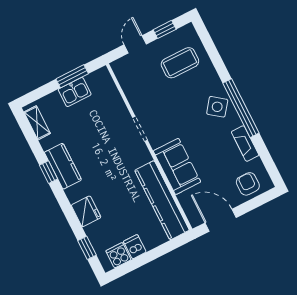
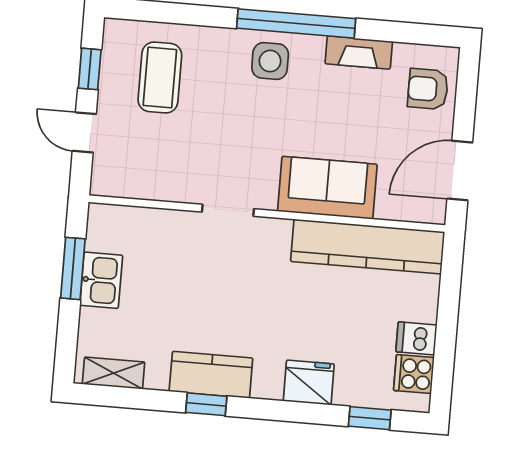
side table: (217, 107) -> (270, 61), turned -37

